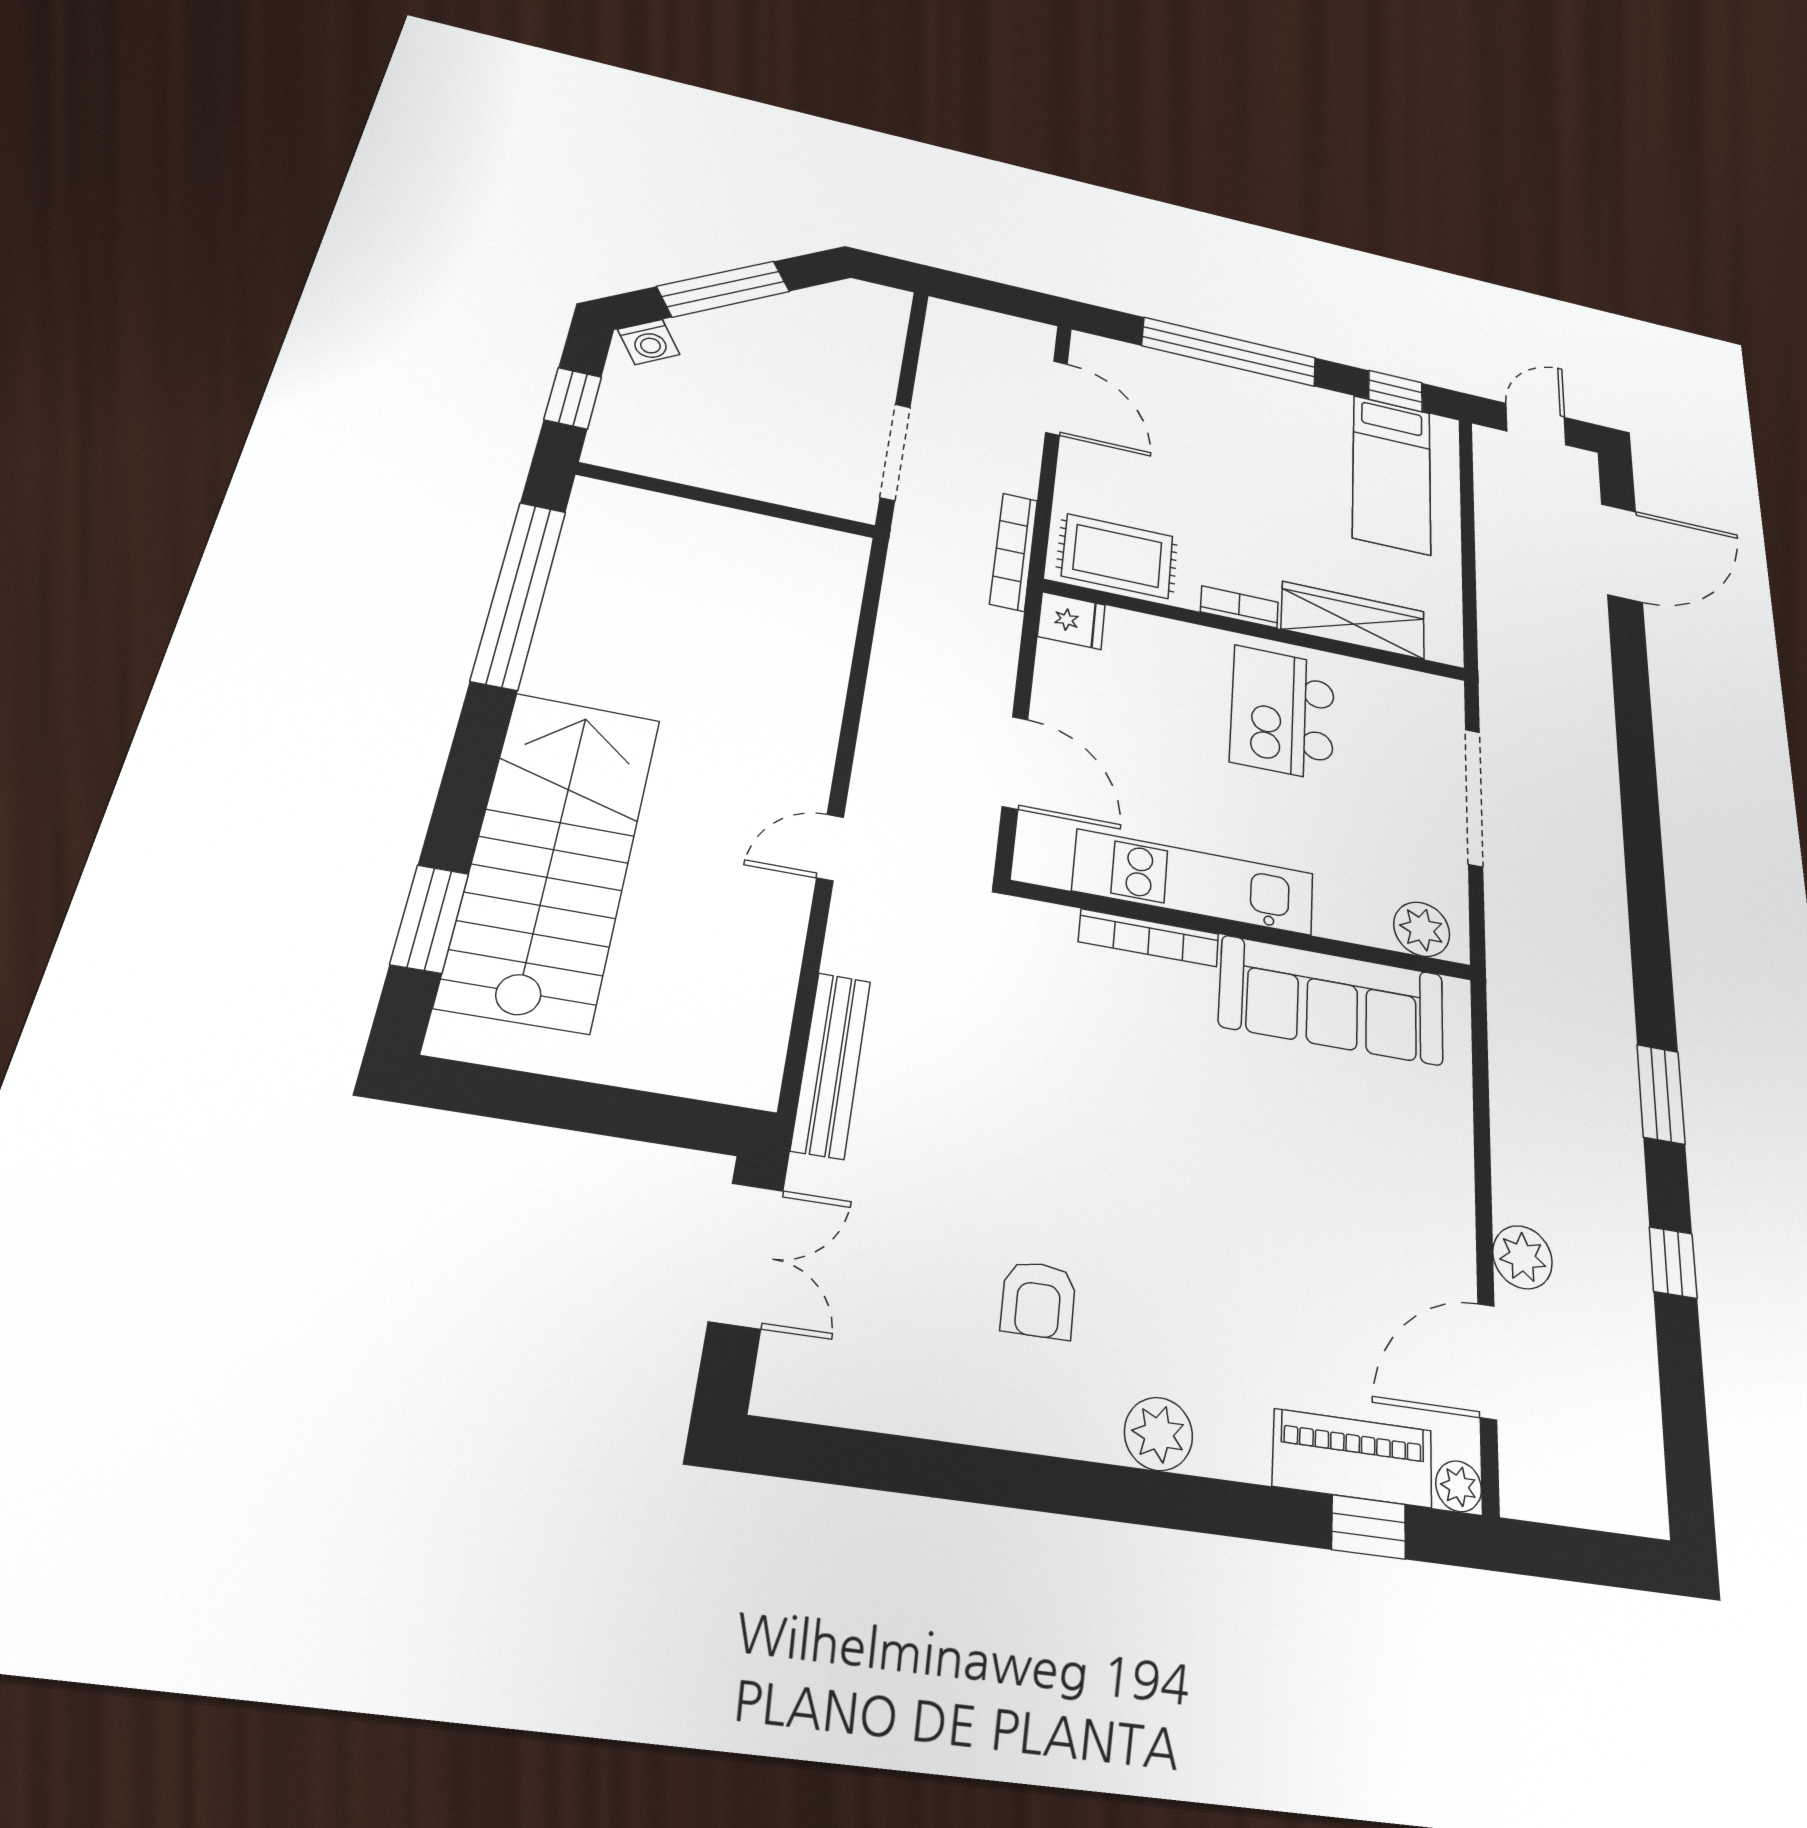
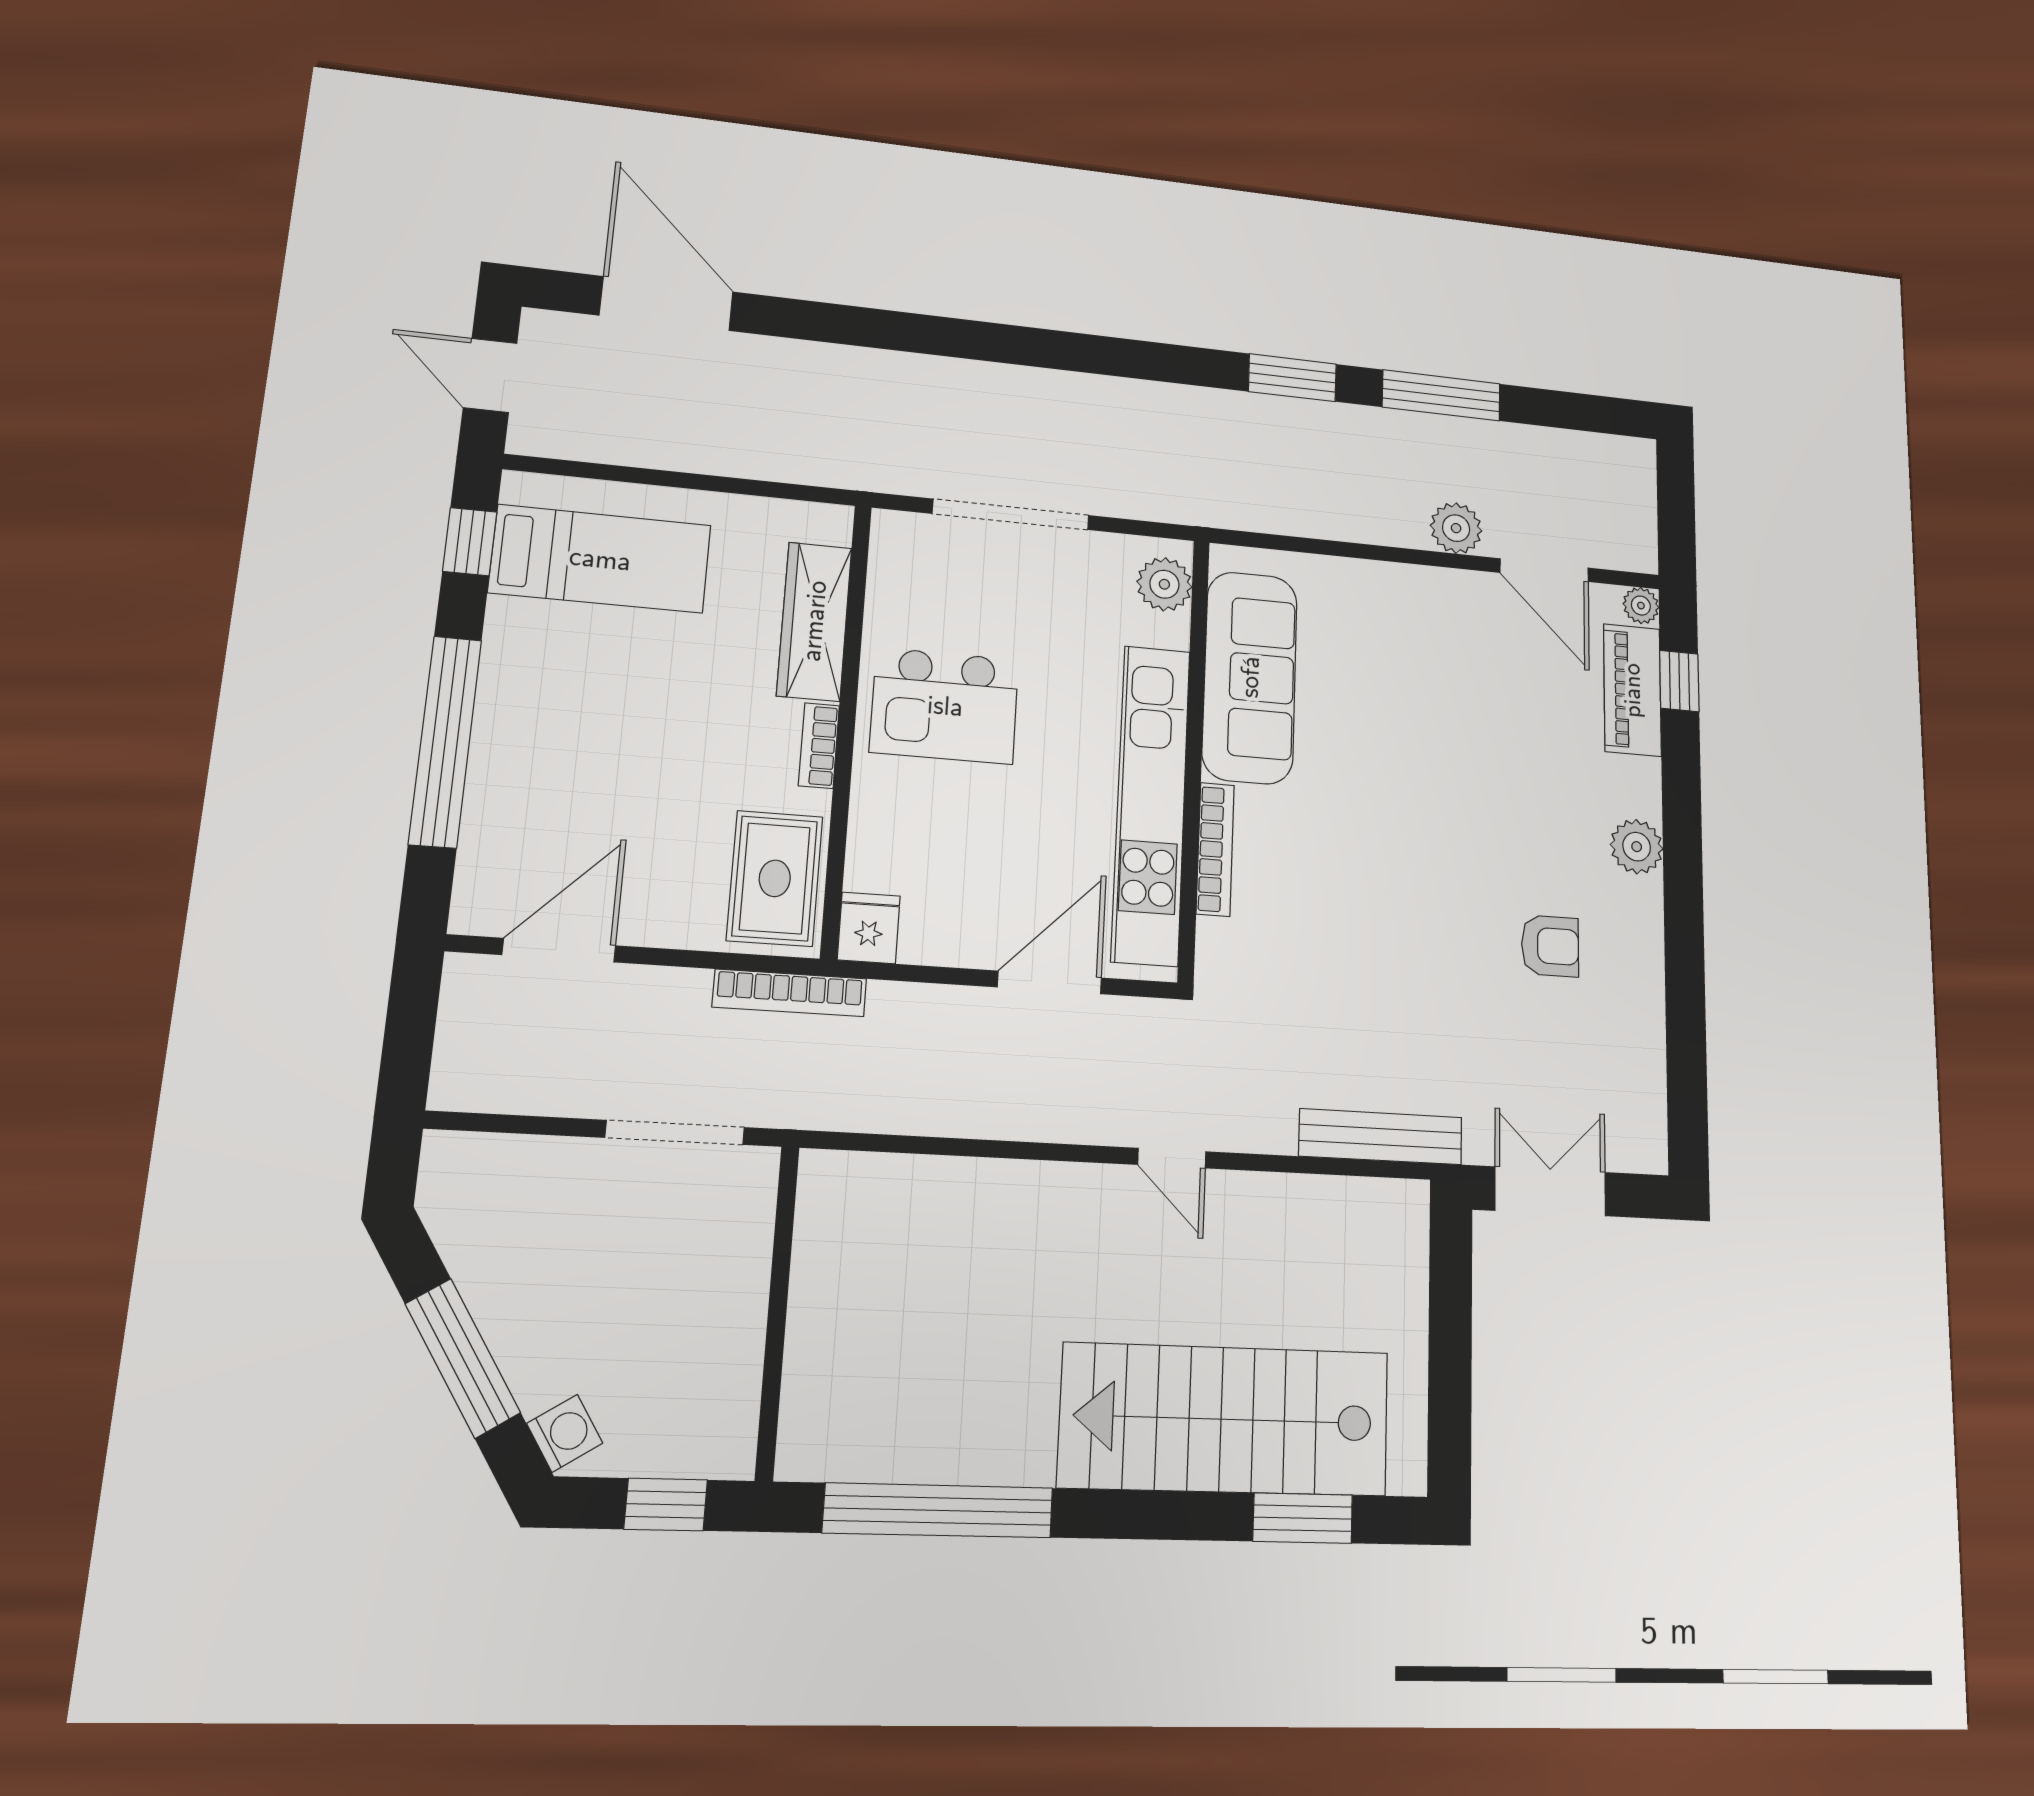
kitchen unit: (1194, 882) -> (1151, 804), width x1.36
window: (1673, 1263) -> (1441, 395), width x2.17

